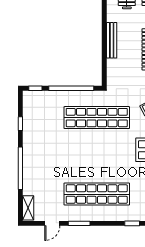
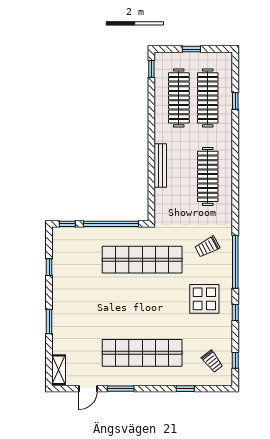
window: (20, 168) -> (49, 321), width x0.47

